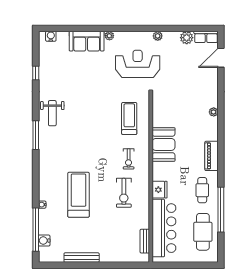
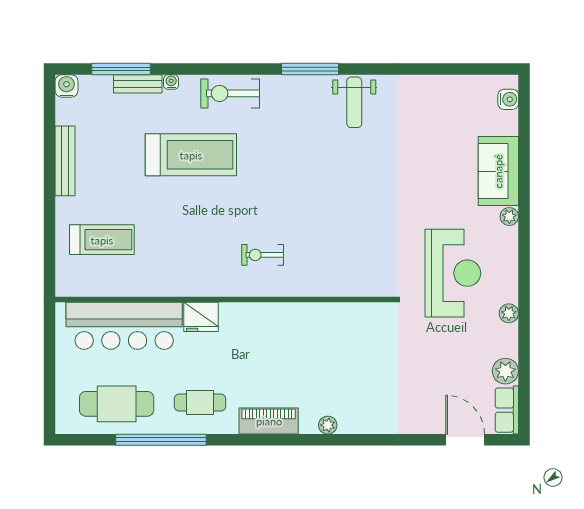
window: (36, 73) -> (435, 69), removed
plant: (214, 112) -> (328, 425), moved
weight bench: (52, 113) -> (354, 102), turned -90
treadmill: (129, 119) -> (102, 240), moved
booth: (163, 144) -> (292, 325), removed
exercise bike: (124, 193) -> (230, 93), moved
window: (36, 230) -> (121, 69), width x0.68
water cooler: (44, 241) -> (67, 86), moved
bench: (145, 241) -> (138, 84), moved

